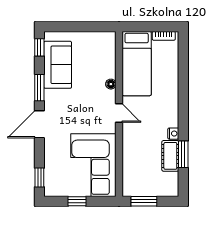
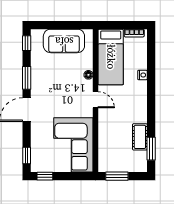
sofa: (58, 65) -> (64, 41), moved, turned 90
nightstand: (173, 134) -> (142, 75), moved
window: (183, 154) -> (151, 149), moved
window: (77, 201) -> (45, 176), moved

